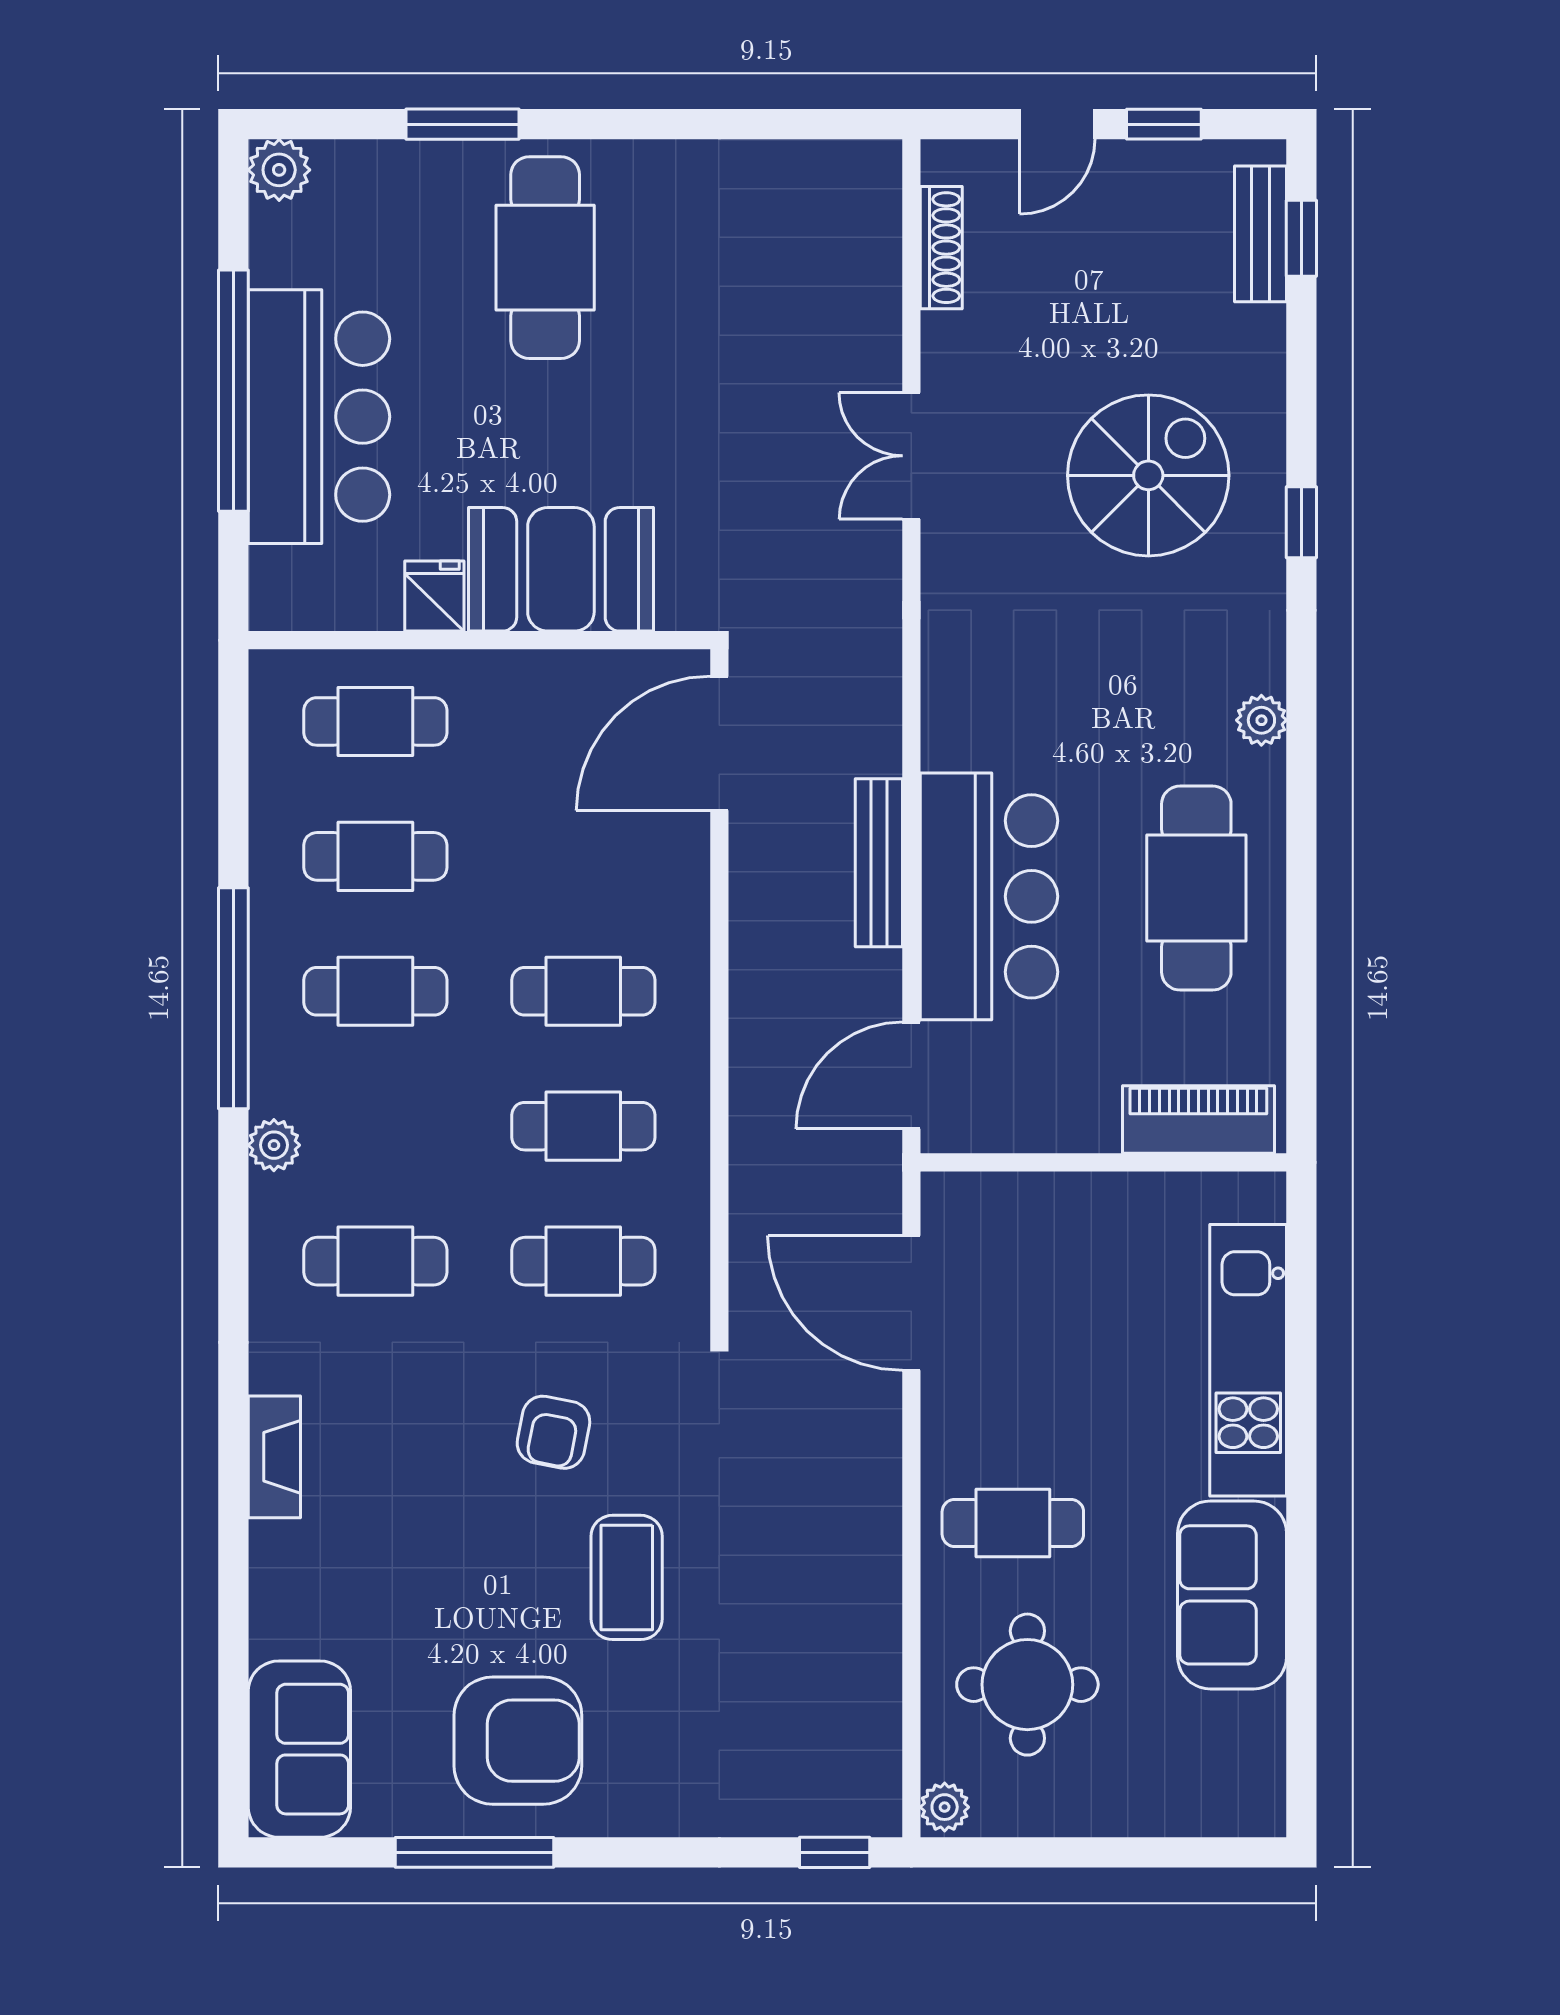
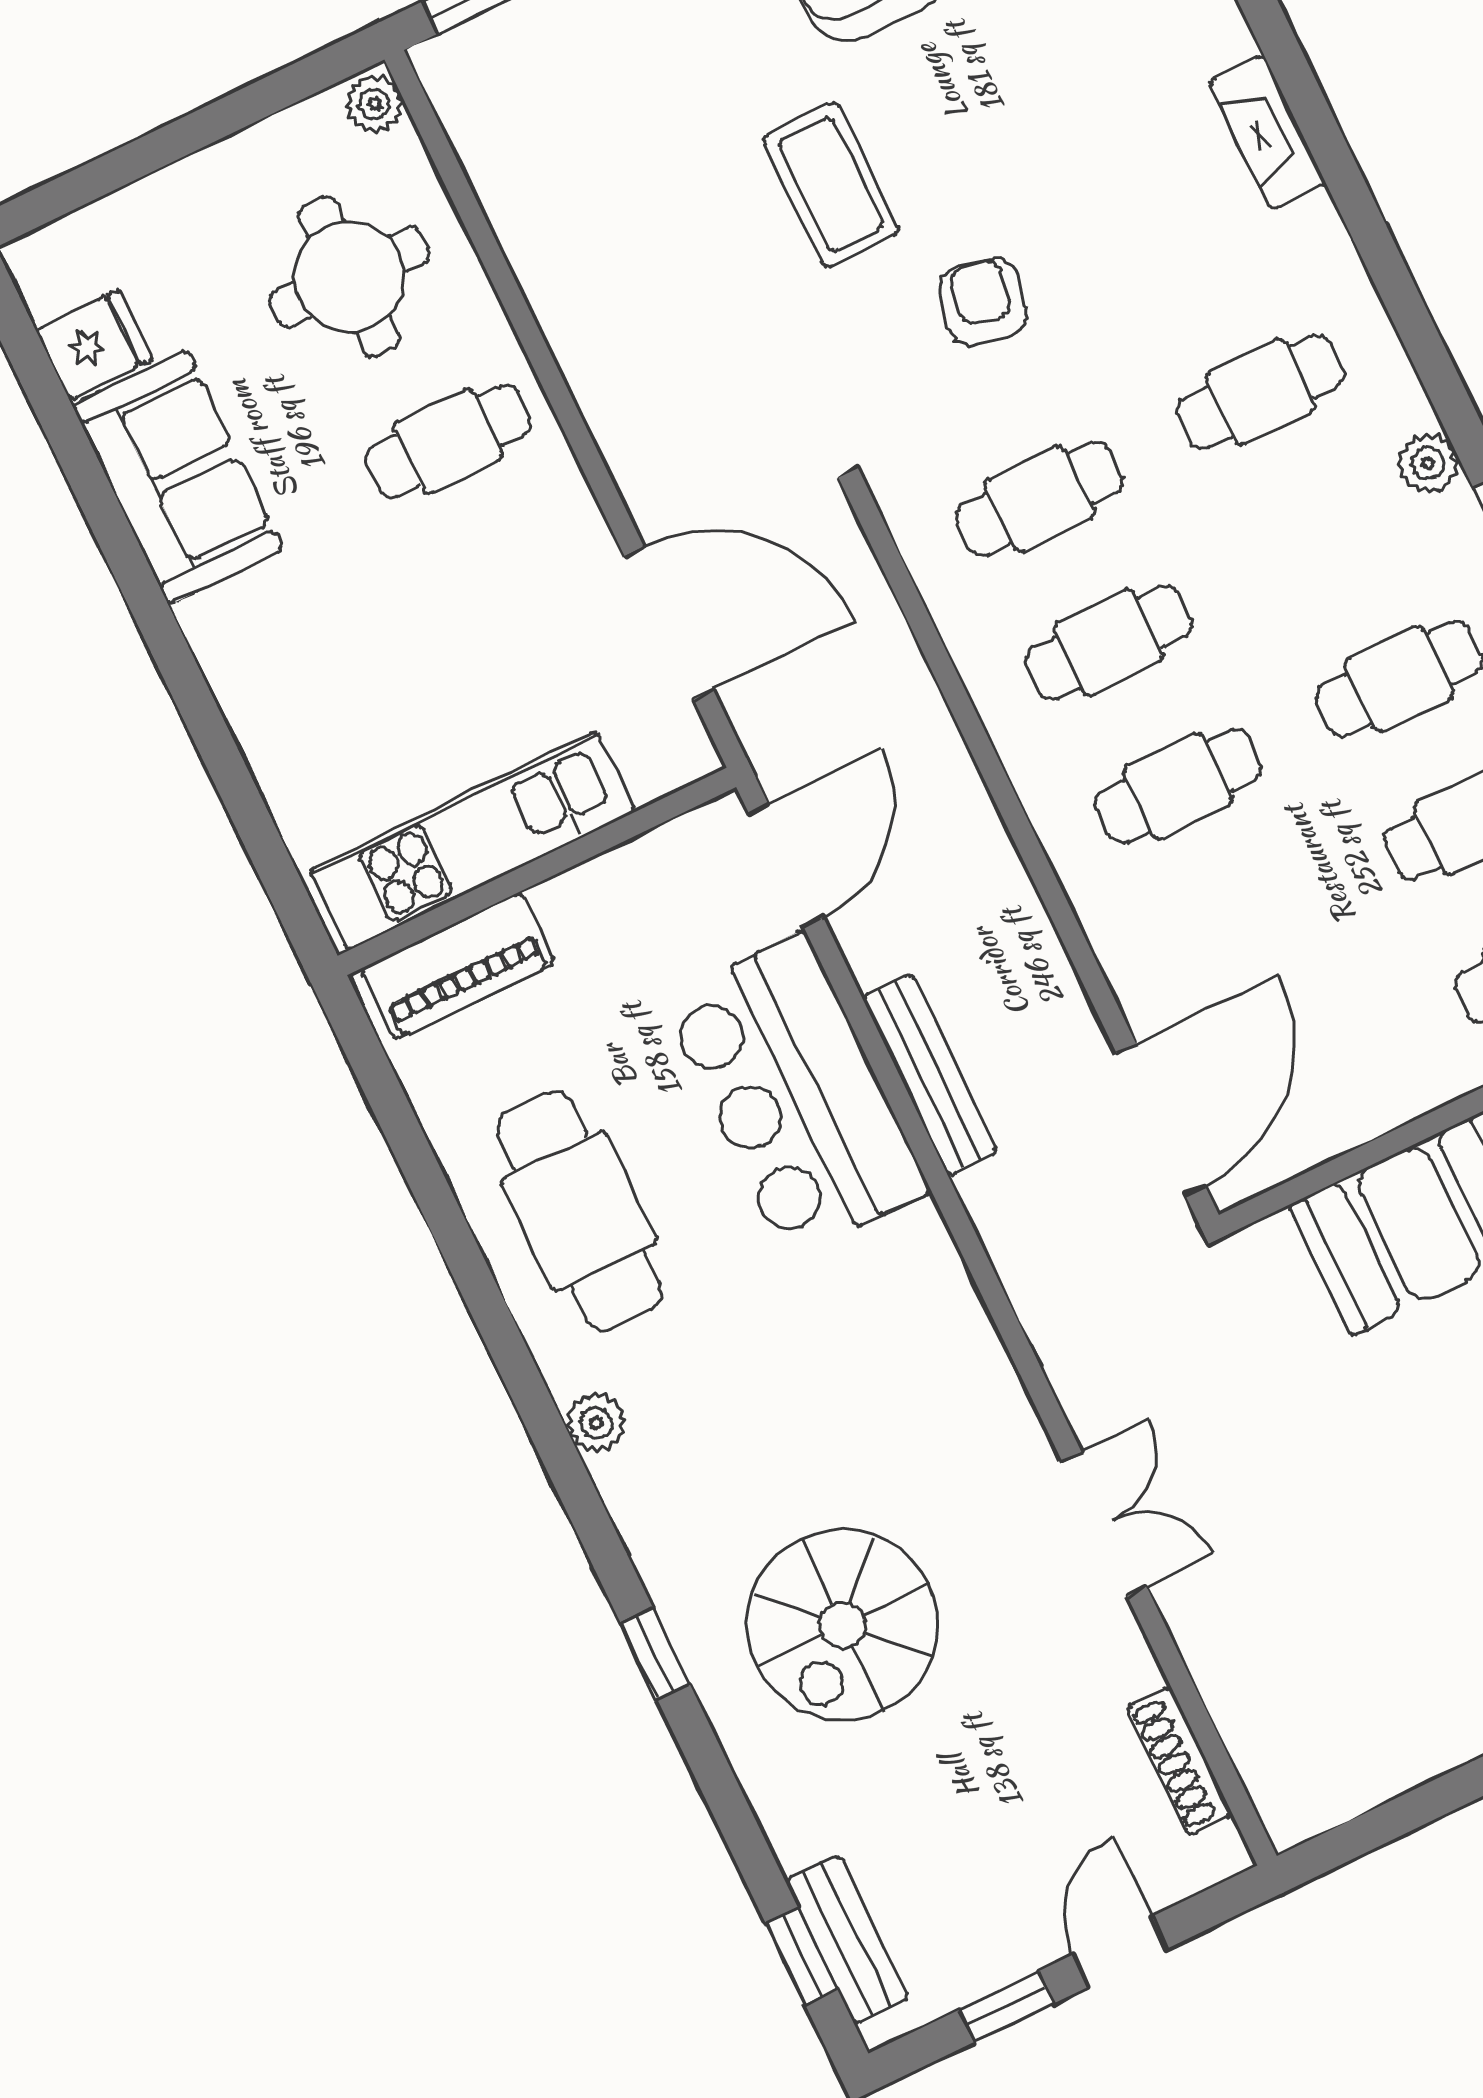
kitchen unit: (1248, 1360) -> (472, 841), moved, turned -90
fridge: (1247, 1727) -> (94, 345), added

